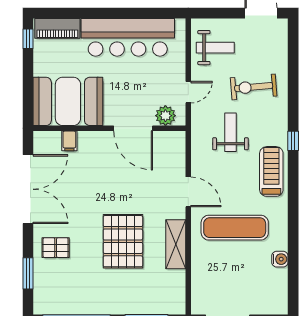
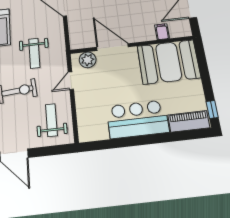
bar counter: (128, 37) -> (138, 119), width x0.73
weight bench: (215, 48) -> (51, 120), turned 90

